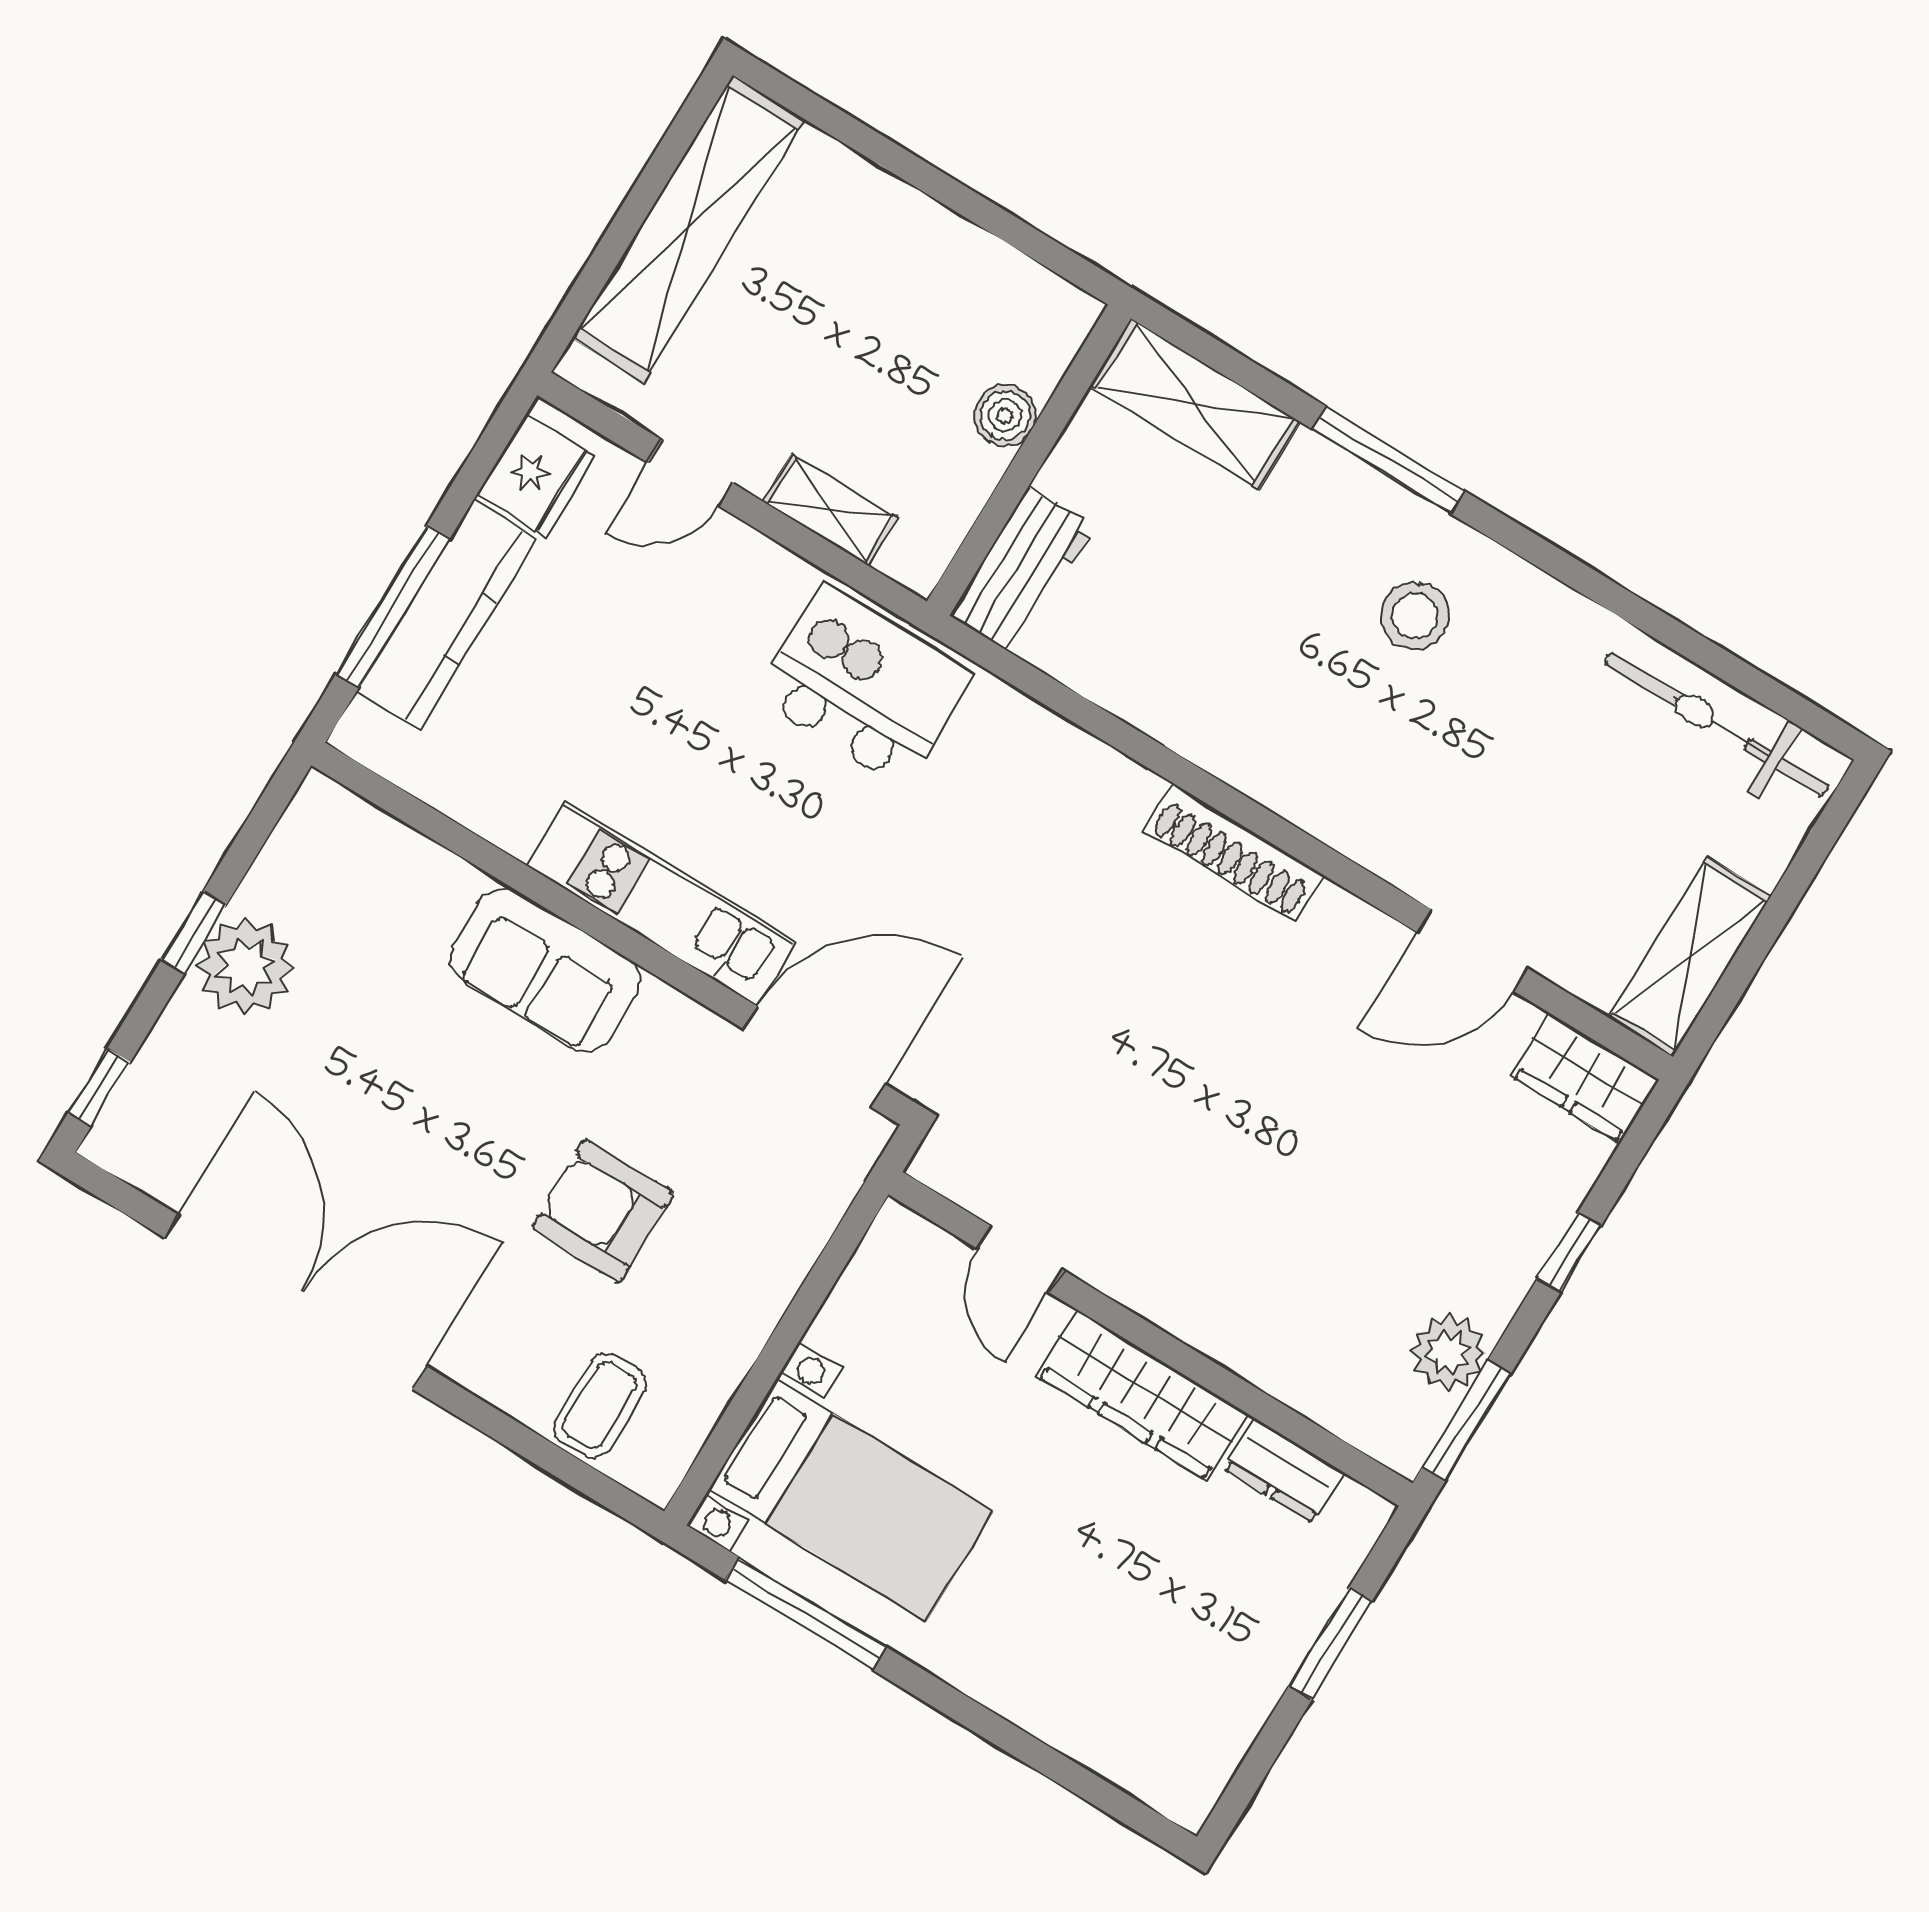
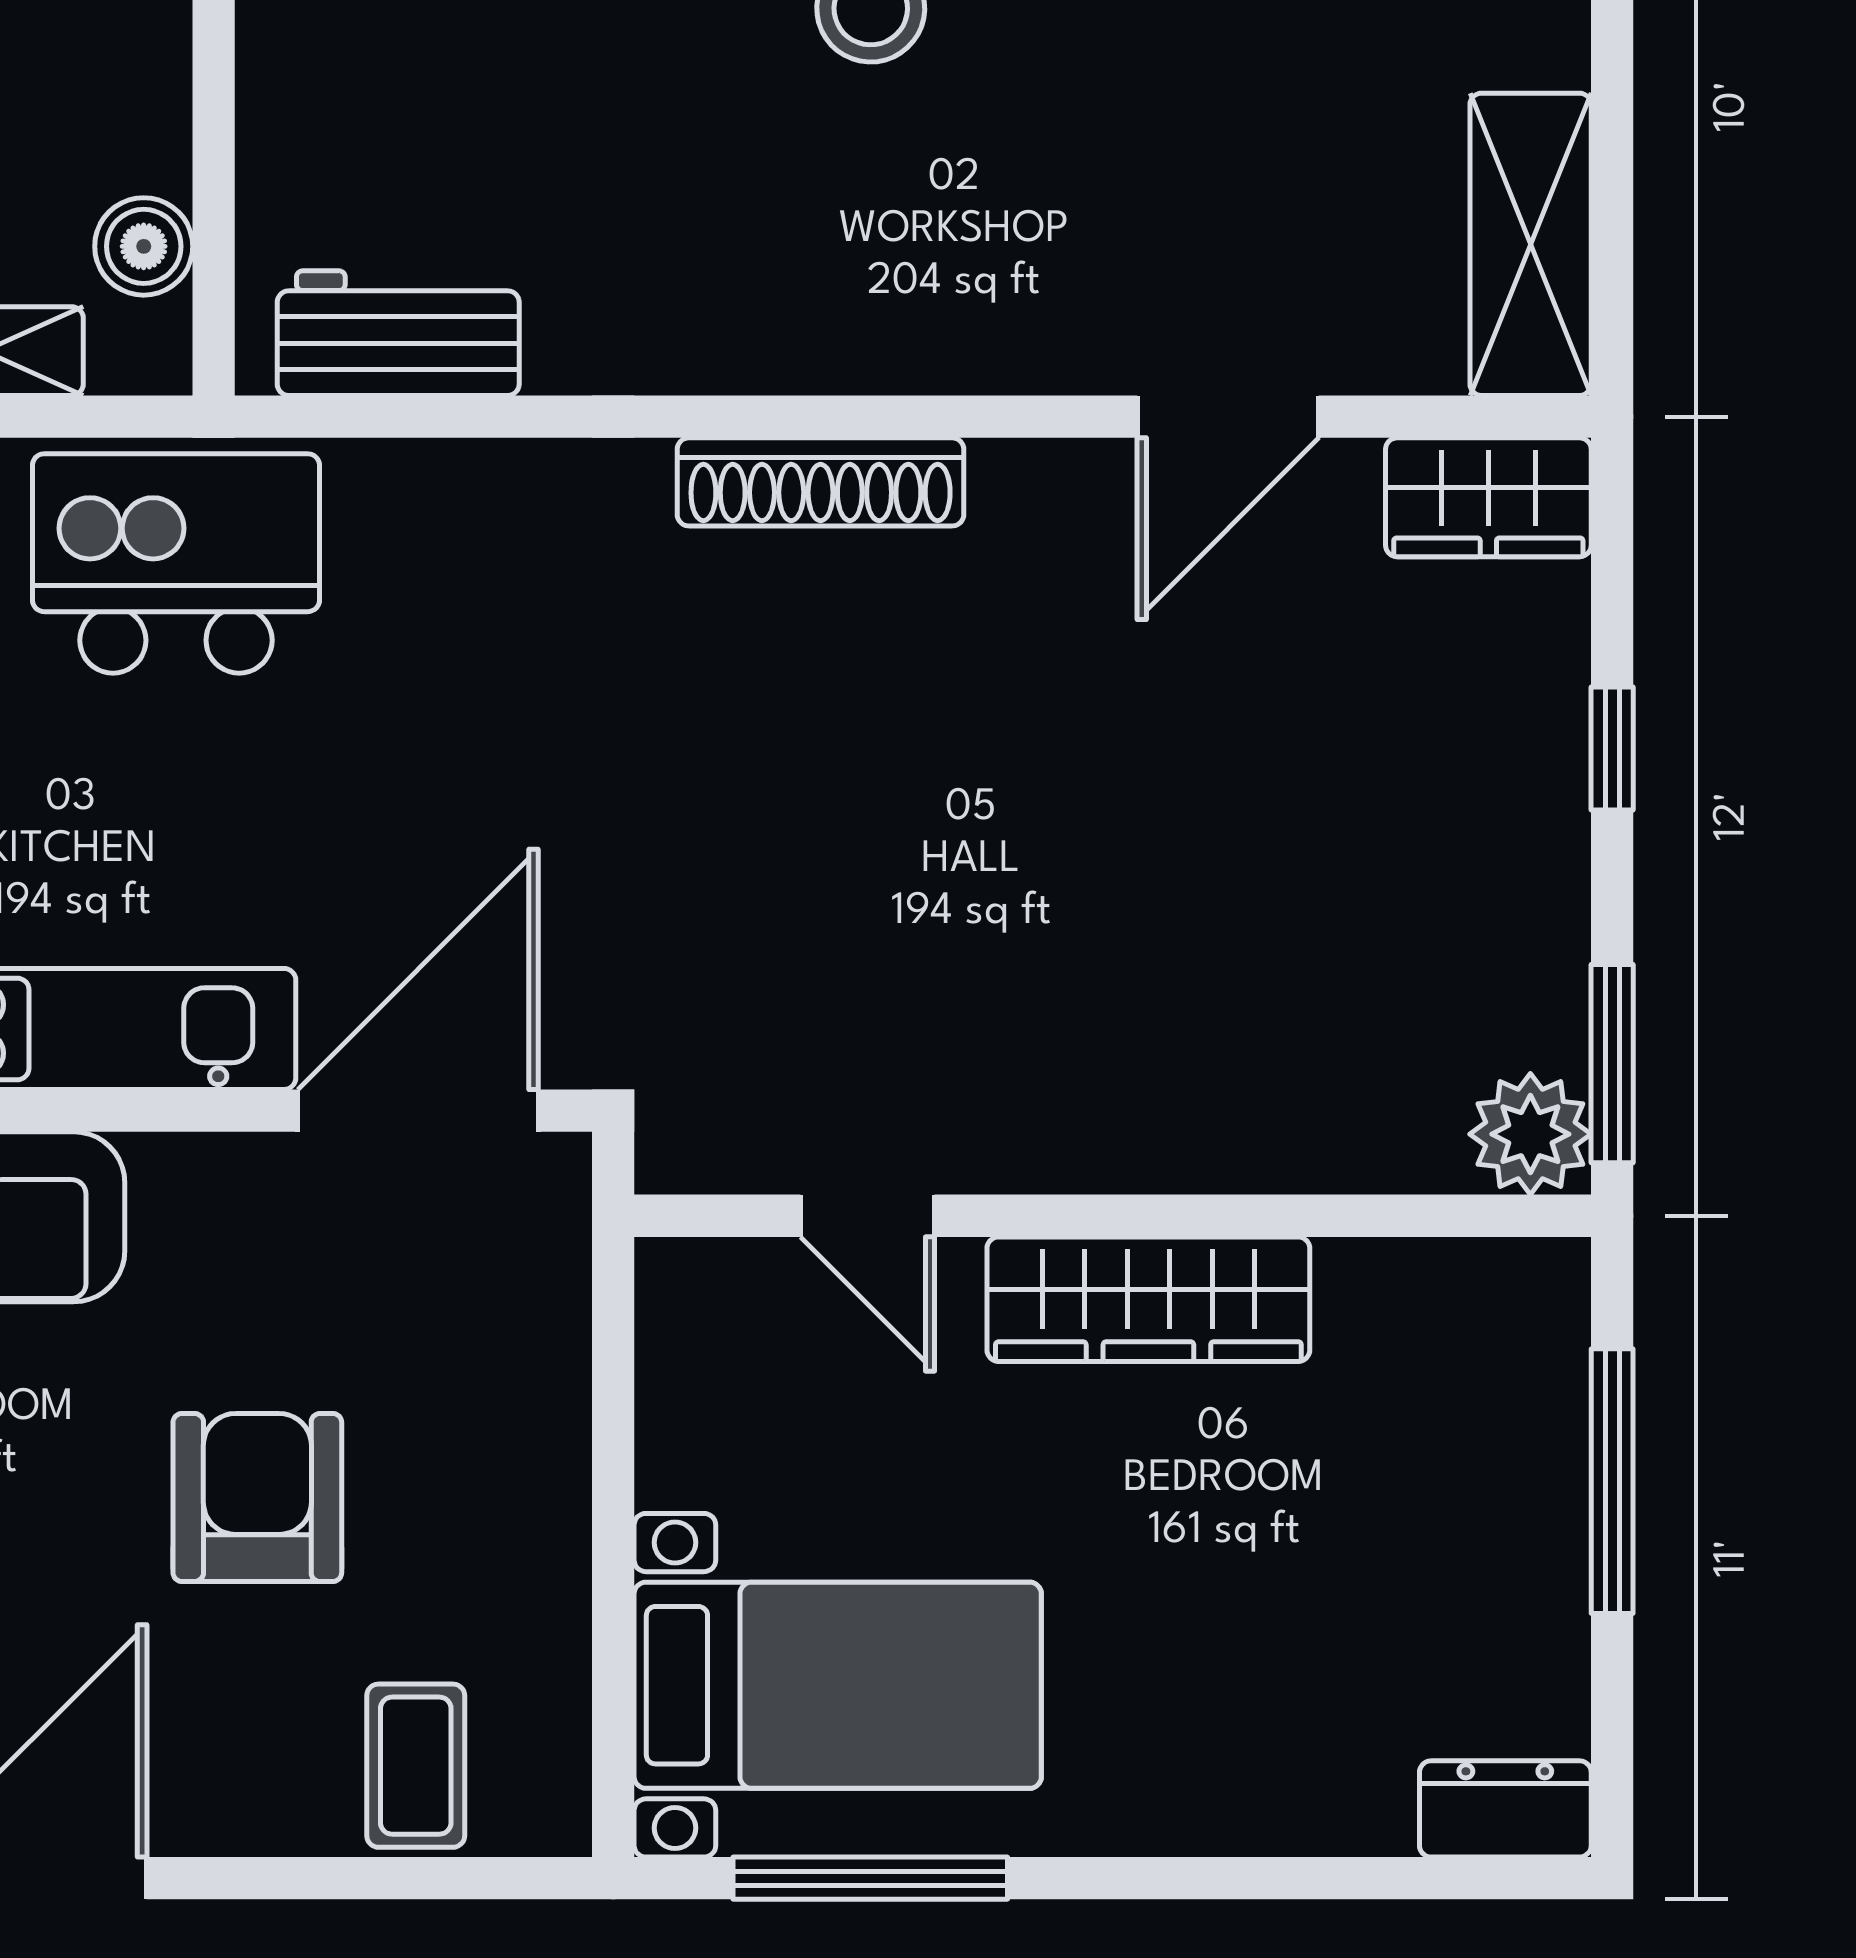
boiler: (1005, 416) -> (144, 246), moved
workbench: (1022, 571) -> (398, 333), moved, turned -90
armchair: (603, 1211) -> (257, 1497), turned 90
plant: (1448, 1352) -> (1530, 1134), moved
dresser: (1283, 1471) -> (1505, 1809), moved, turned 180
window: (1331, 1643) -> (1612, 1481), width x1.44

